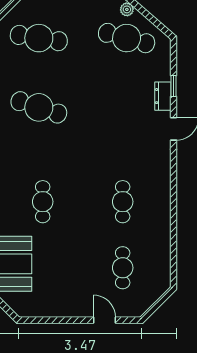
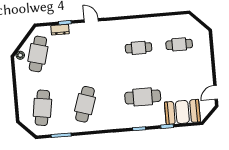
dresser: (163, 96) -> (60, 30), moved
cafe table: (43, 202) -> (143, 97), width x1.37, depth x1.35
door: (105, 320) -> (216, 92), moved

